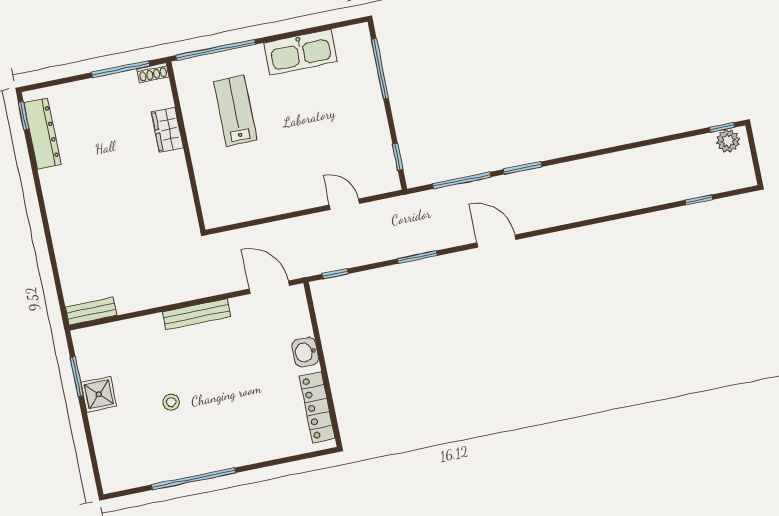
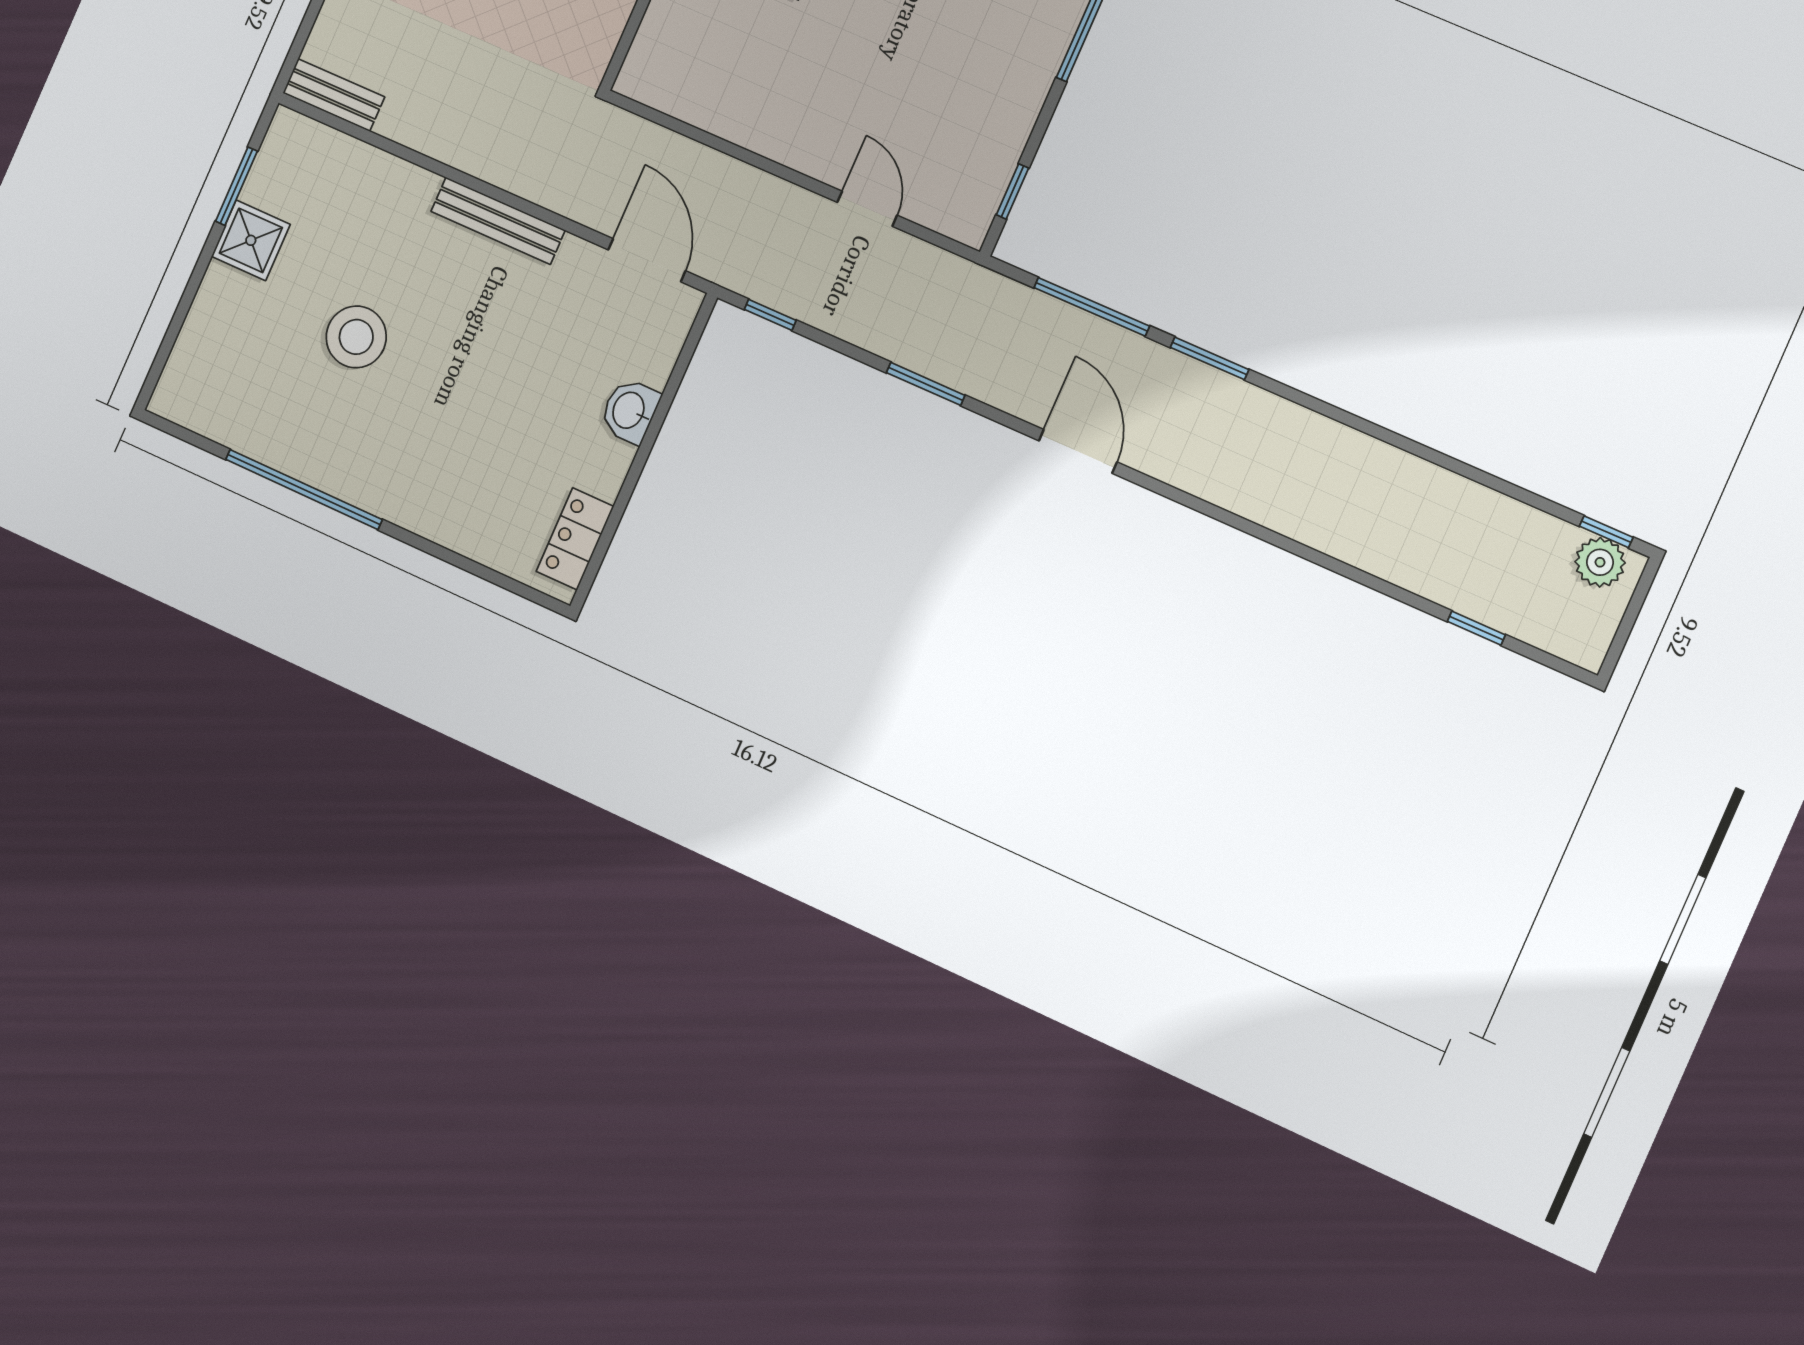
stool: (171, 402) -> (356, 337), width x1.89, depth x1.89
locker: (317, 407) -> (575, 539), width x0.66

